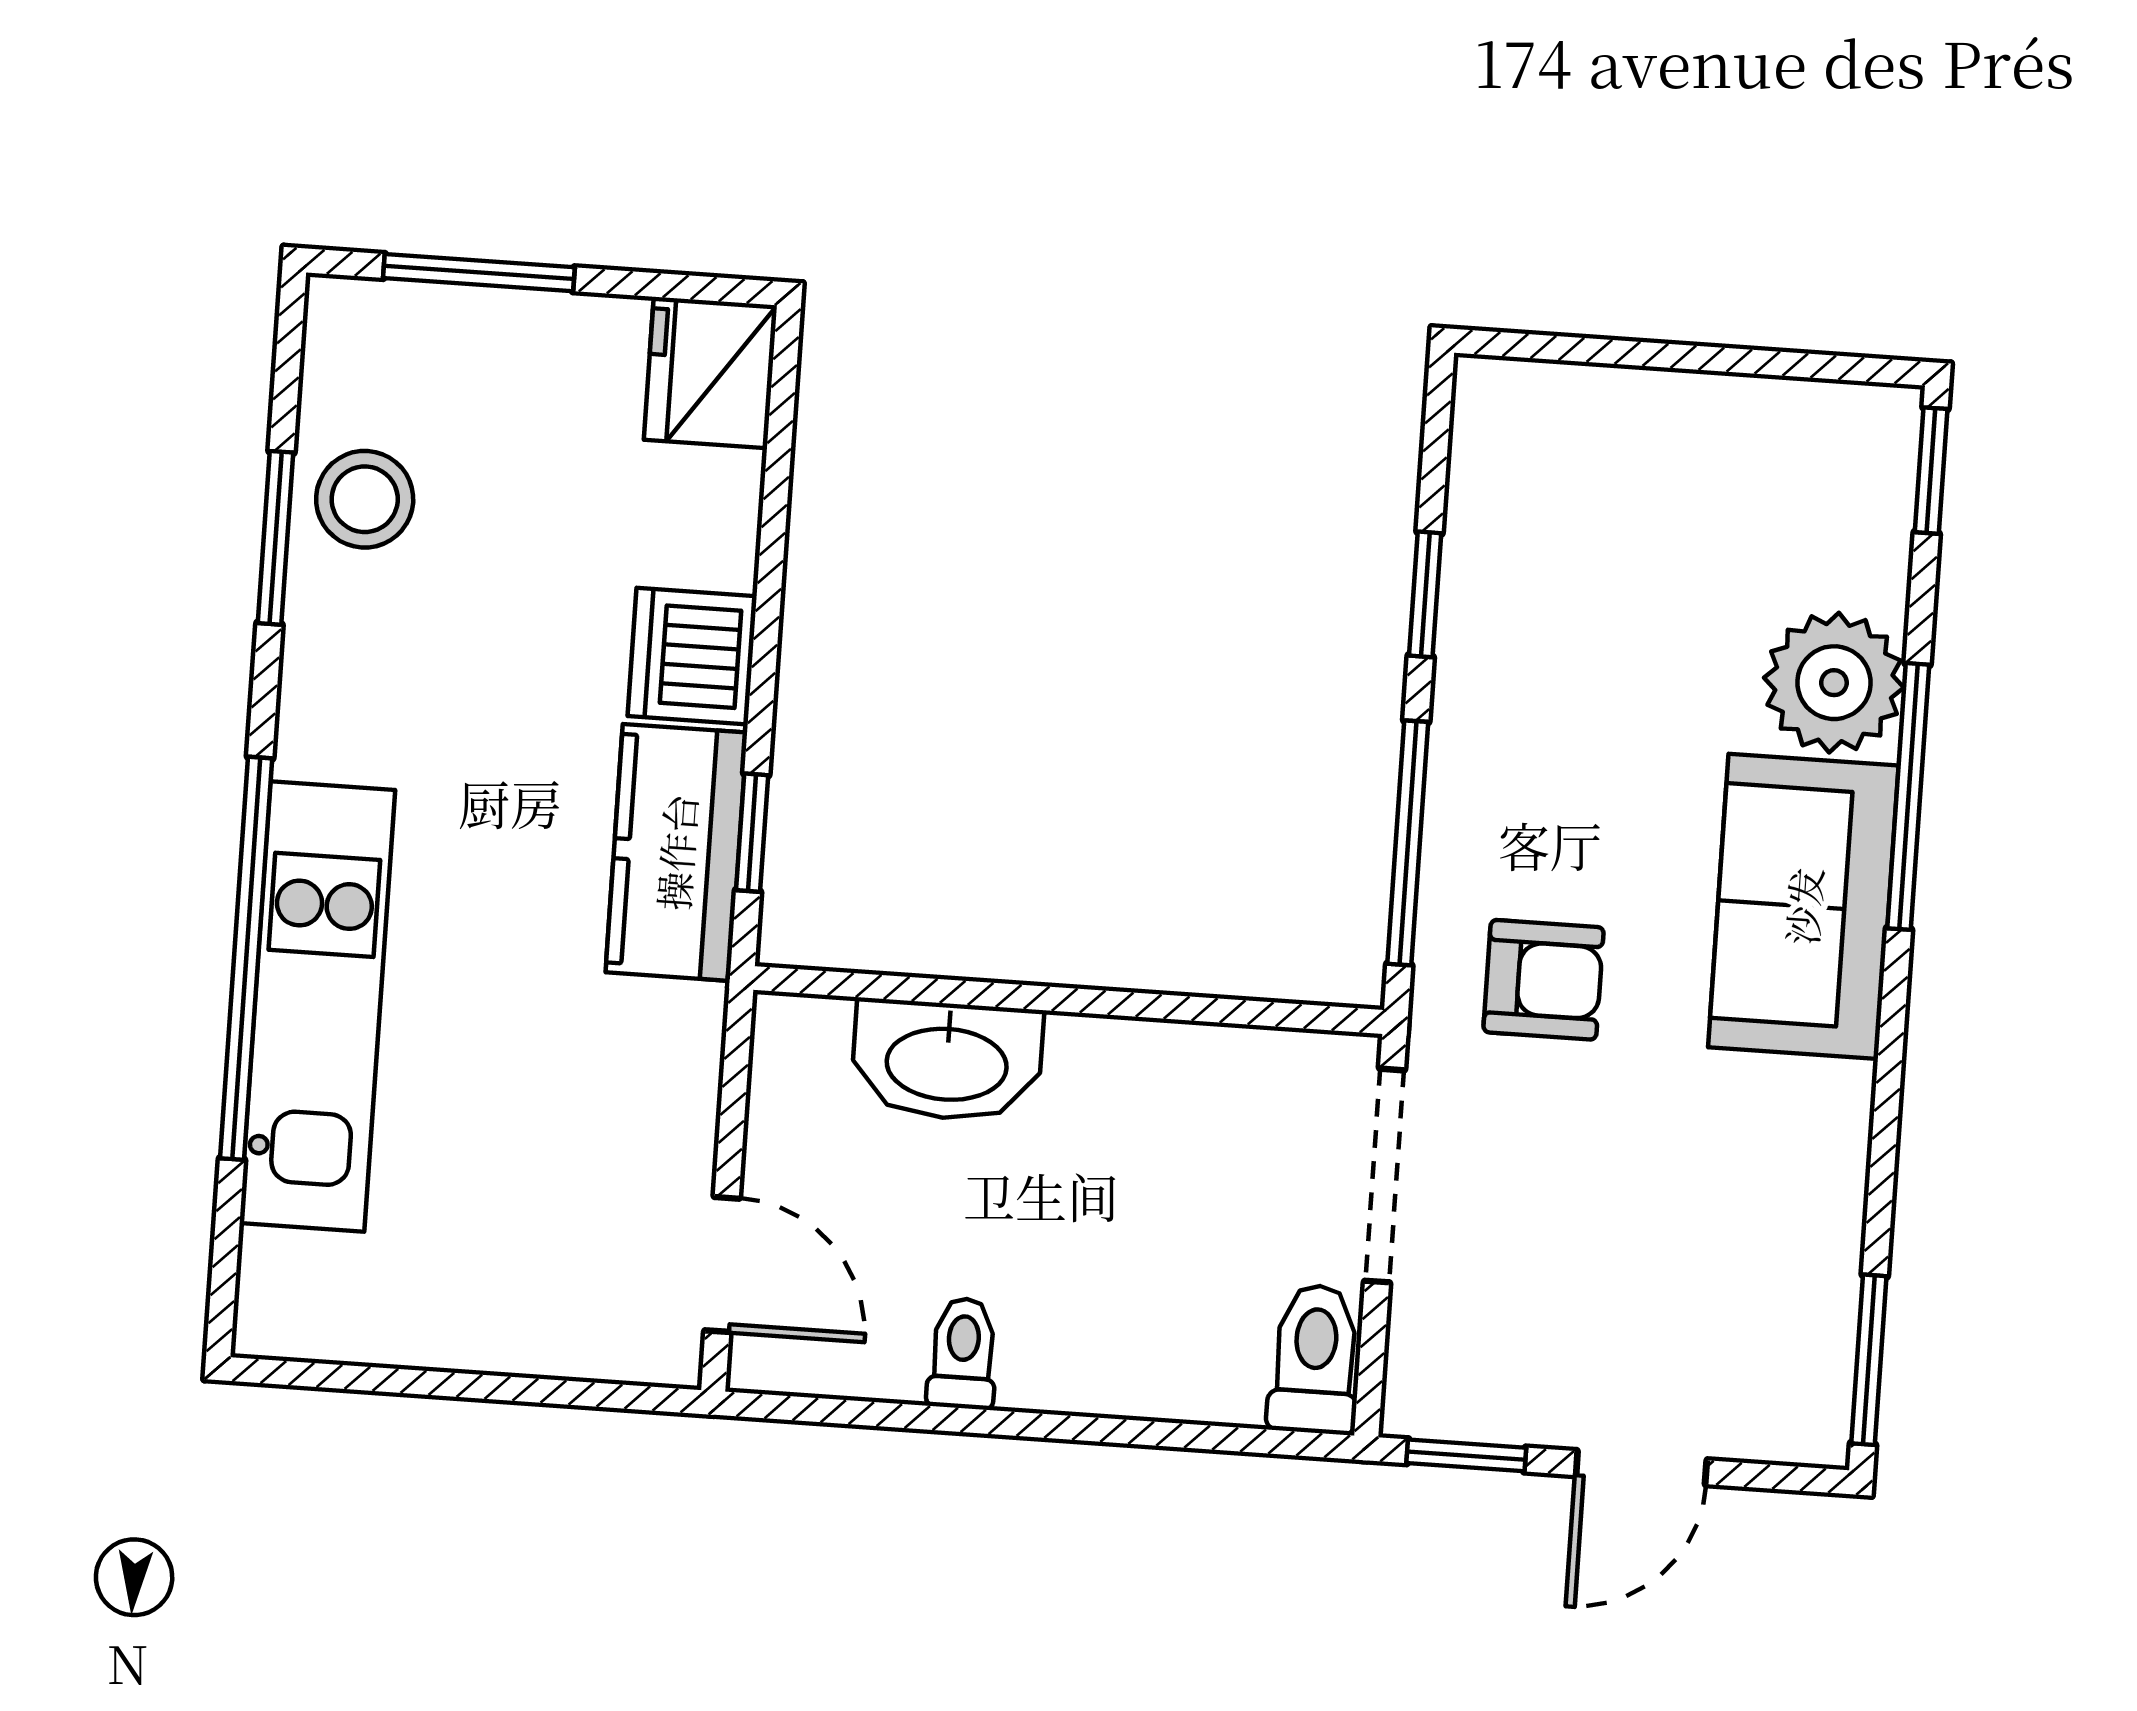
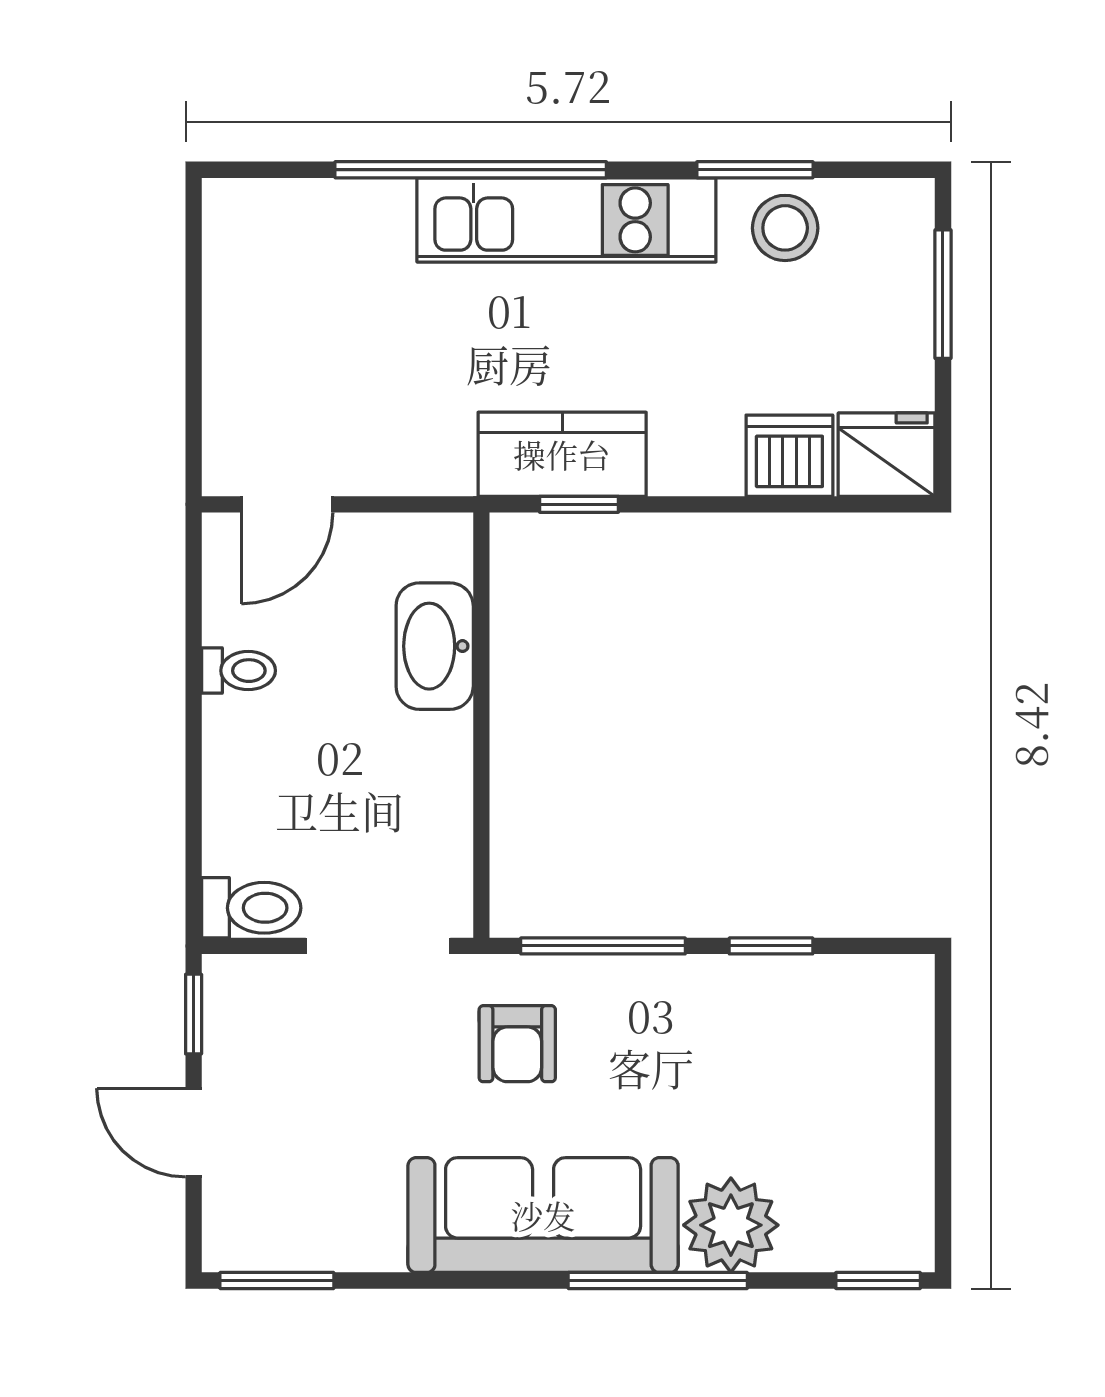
dishwasher: (692, 656) -> (789, 456), moved
sofa: (1803, 906) -> (543, 1215), width x1.36
kitchen unit: (317, 1007) -> (566, 220), moved

